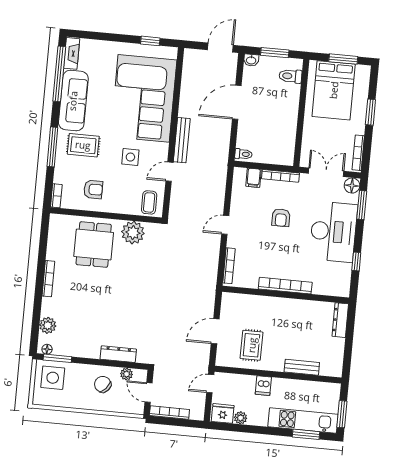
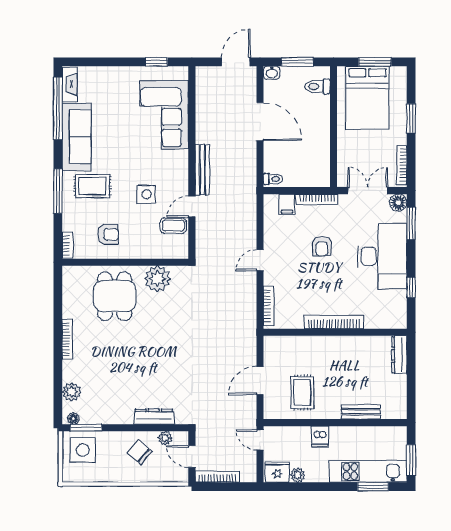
corner sofa: (144, 98) -> (164, 115), width x0.73, depth x0.74
door: (237, 102) -> (260, 122), swing flipped
coffee table: (149, 202) -> (173, 226), moved, turned 90
door: (210, 384) -> (260, 440), hinge flipped

